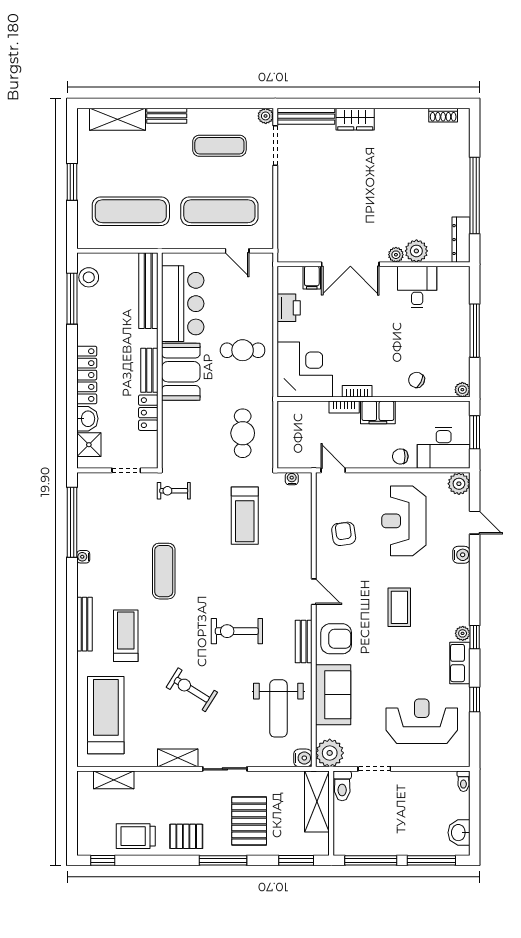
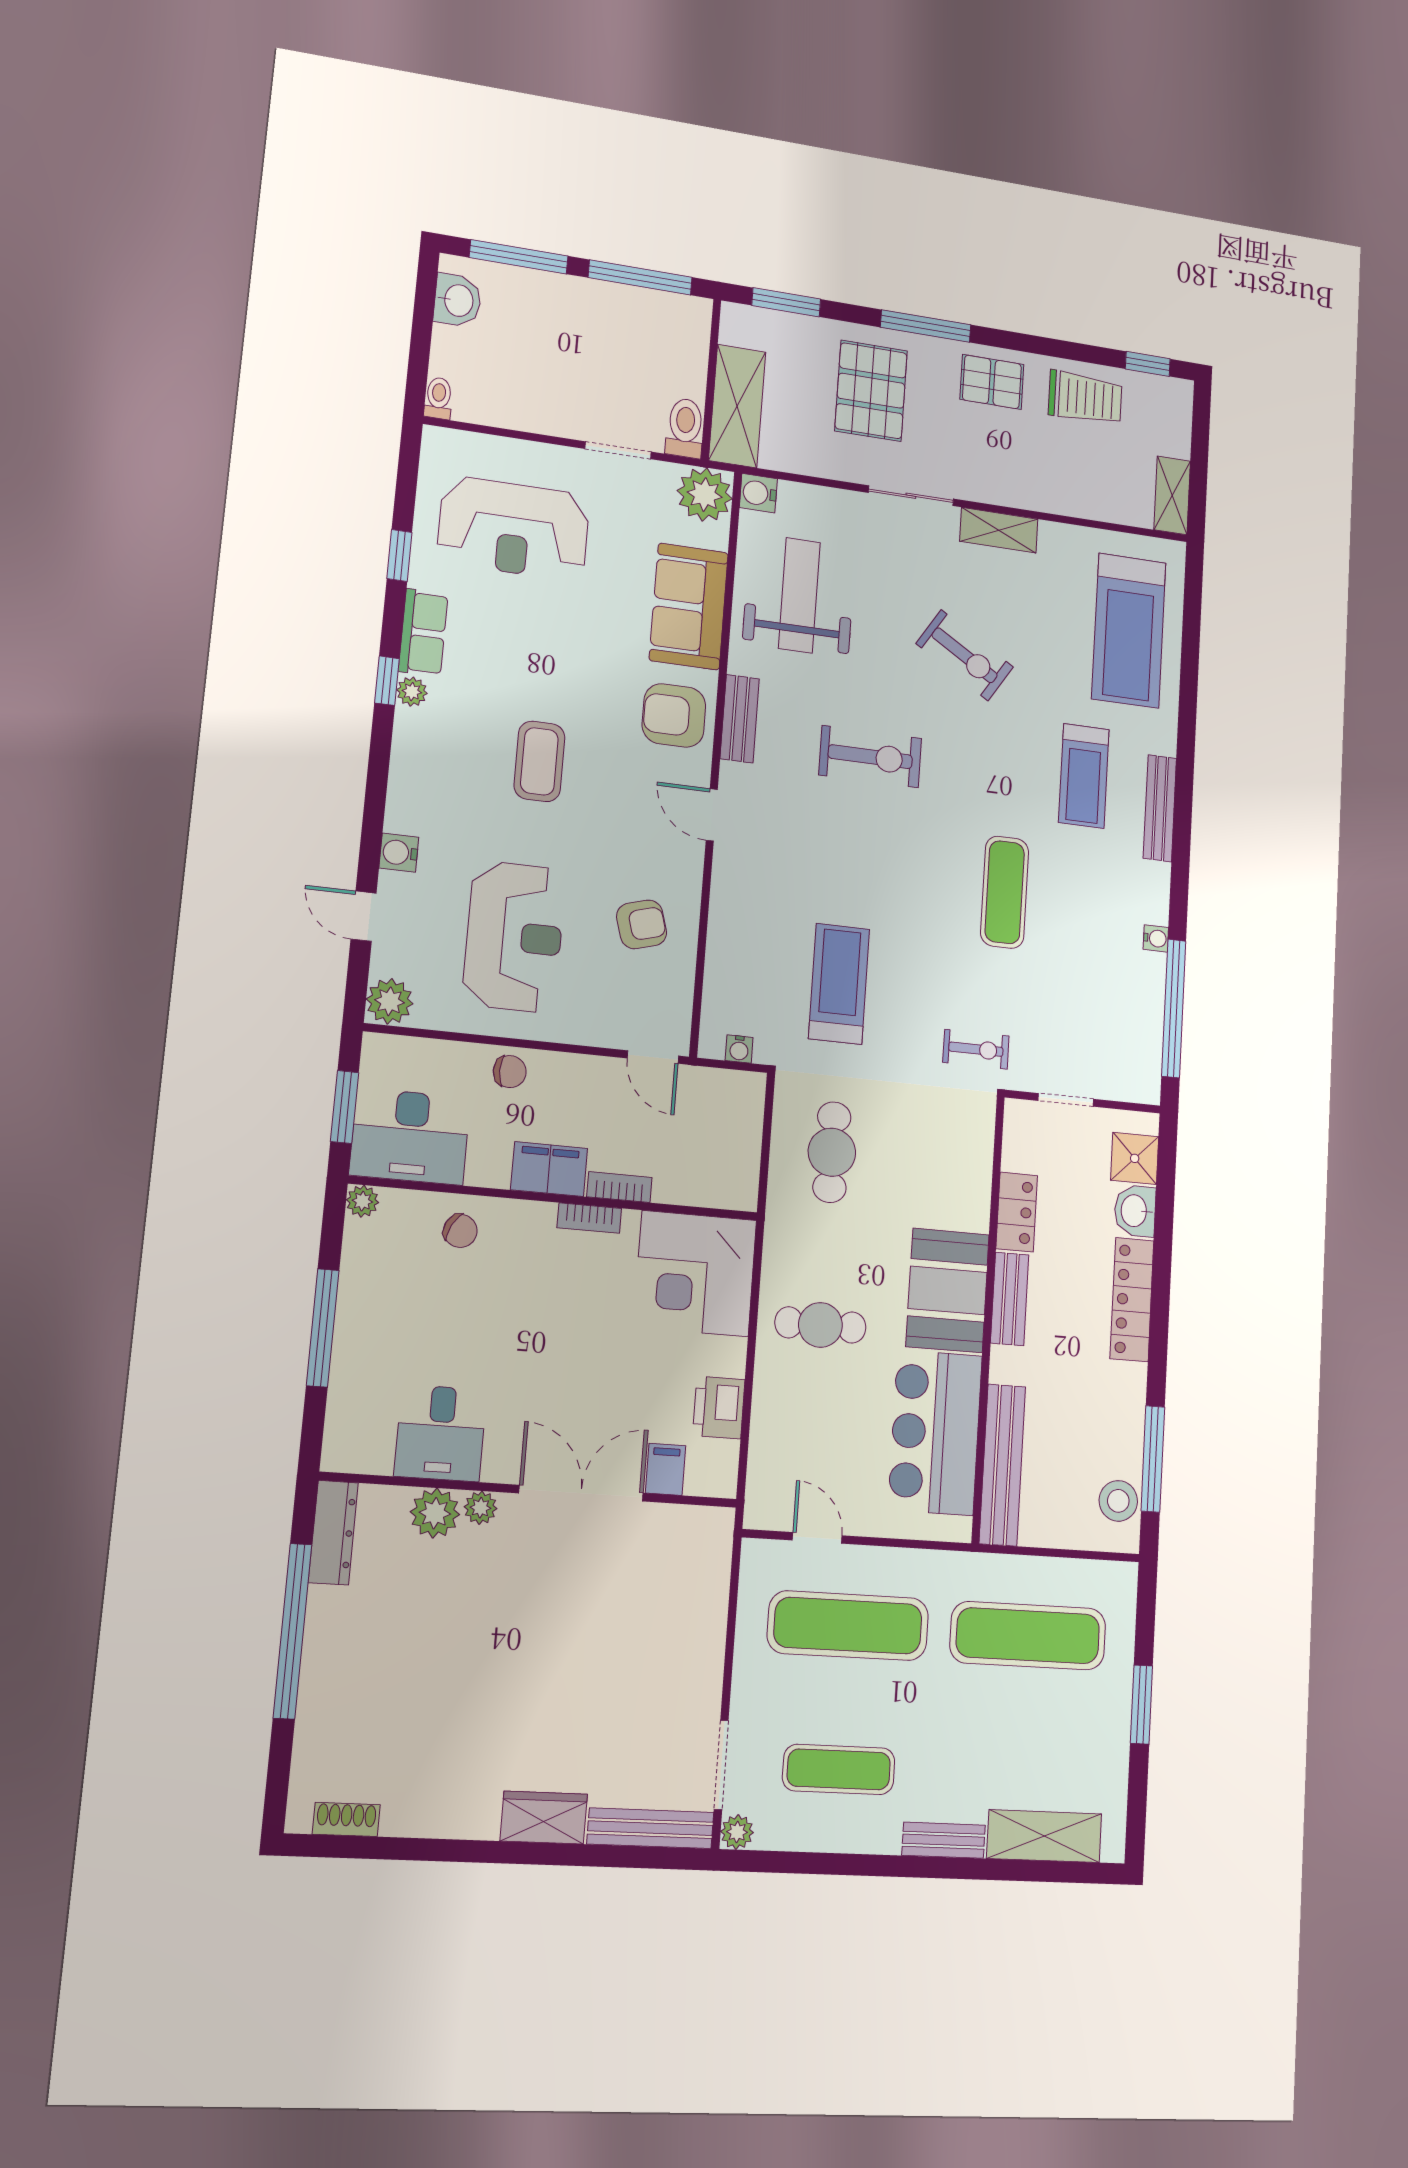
desk: (444, 448) -> (410, 1136), moved, turned 180
armchair: (344, 534) -> (642, 924), turned -98
shelving: (114, 780) -> (1172, 495), moved, turned 90

